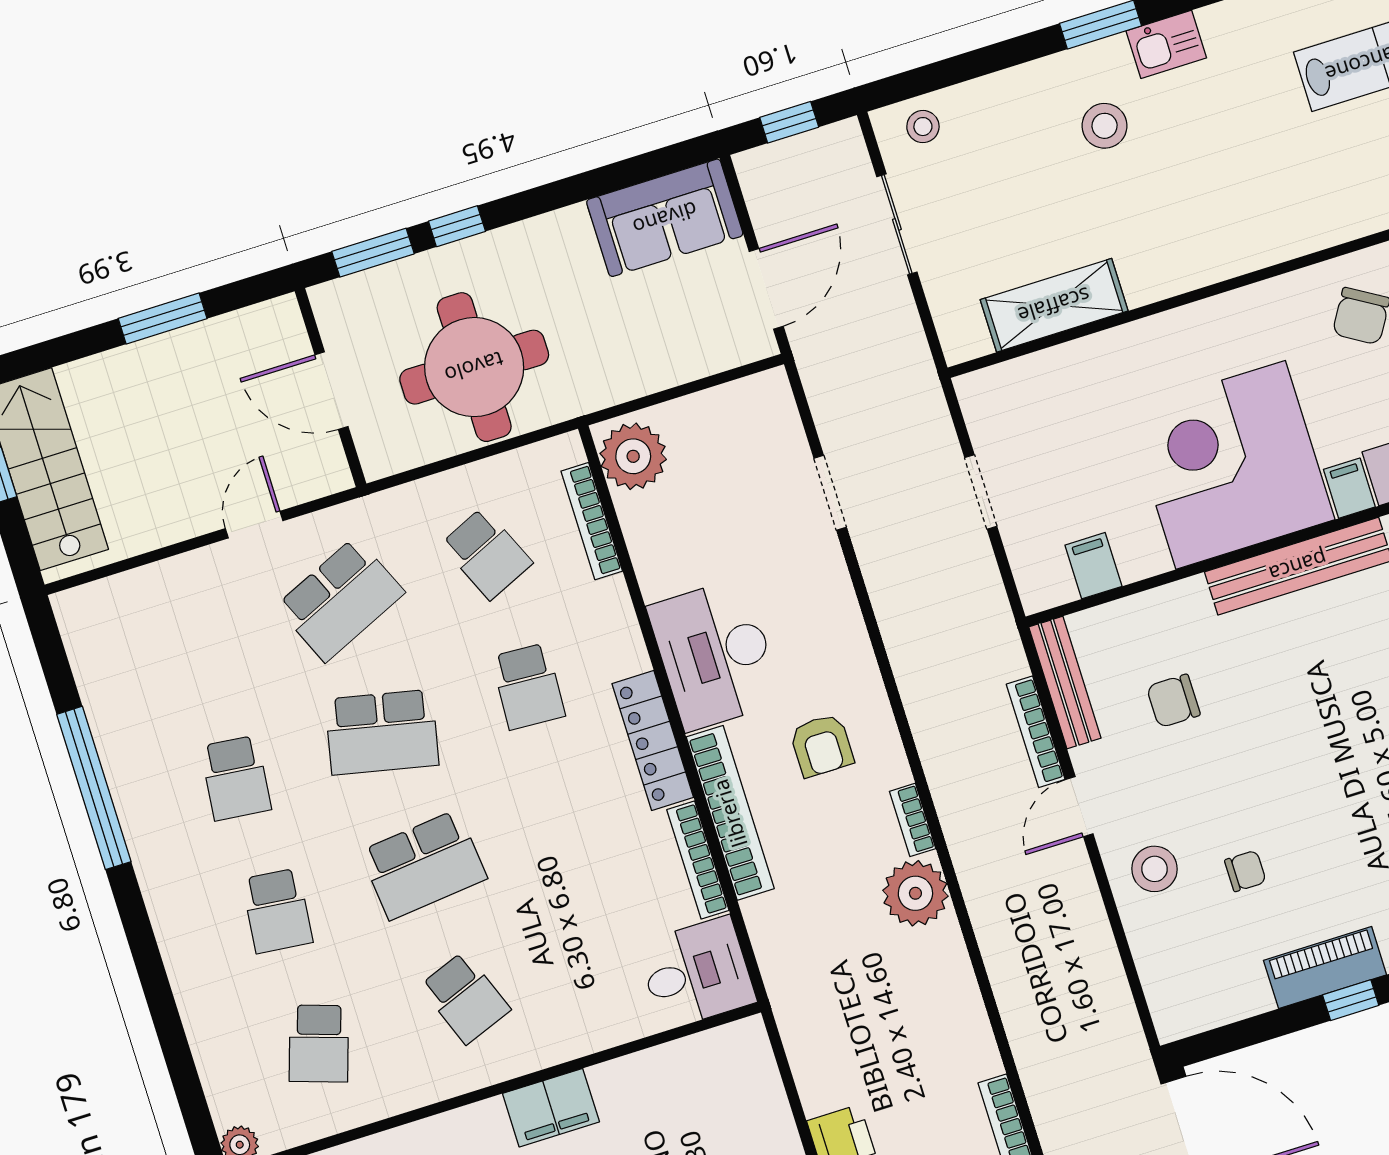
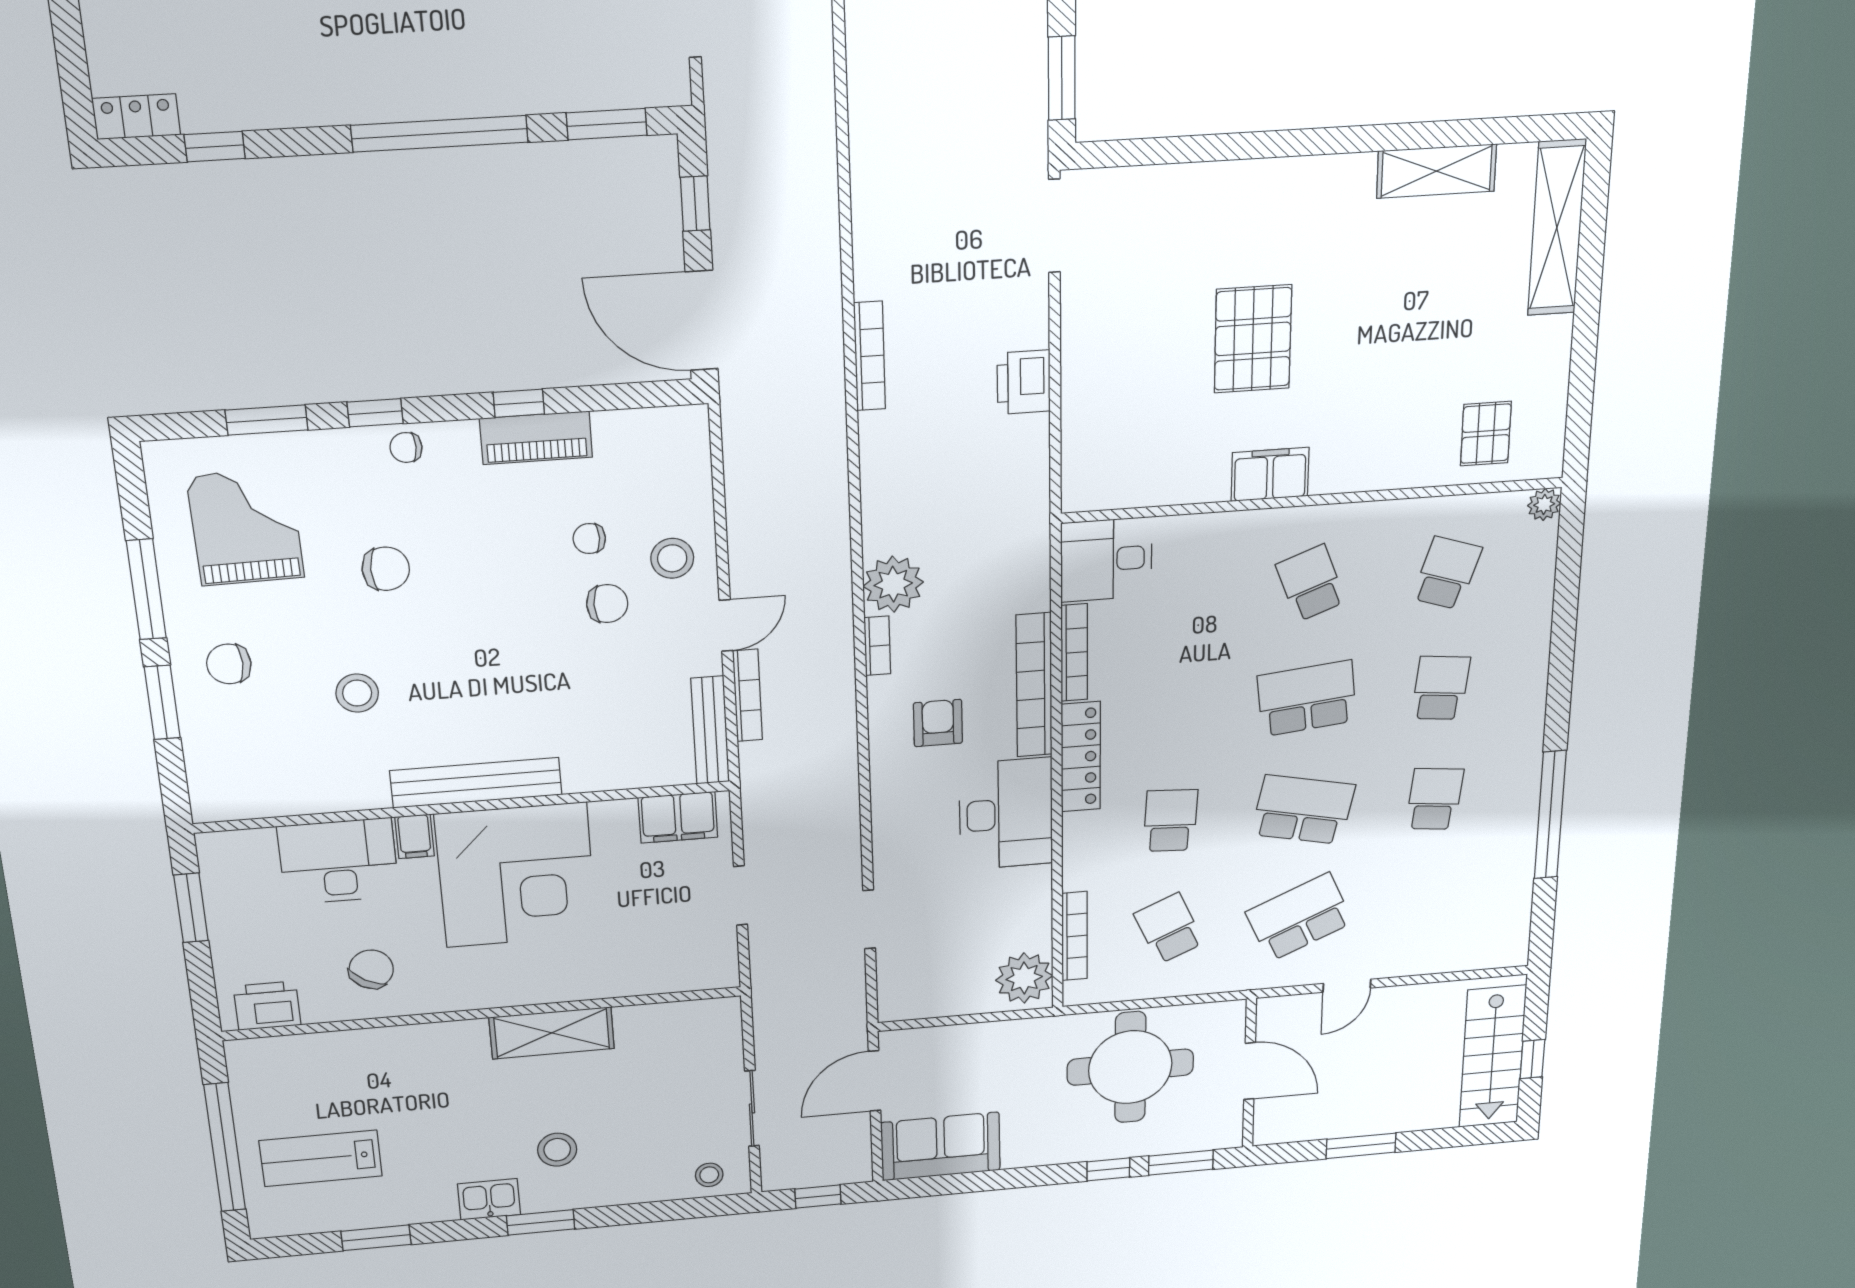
shelving: (1054, 305) -> (552, 1033), moved
filing cabinet: (1093, 566) -> (678, 817), width x2.00
chair: (1173, 701) -> (607, 604), moved

